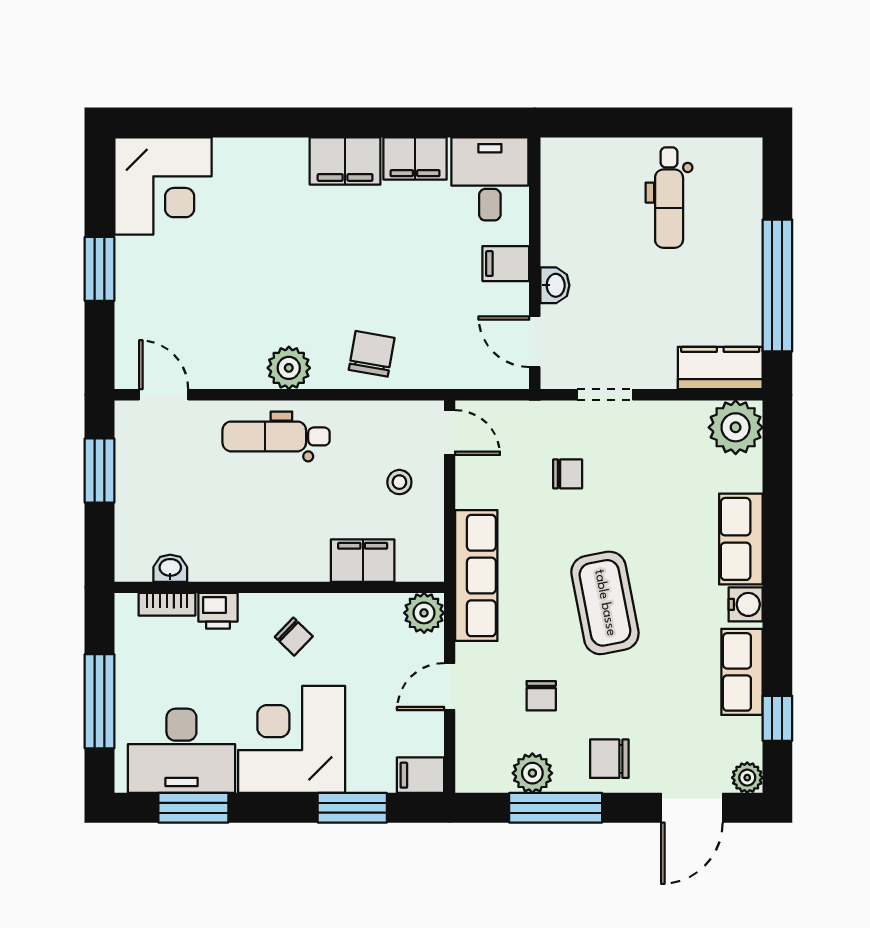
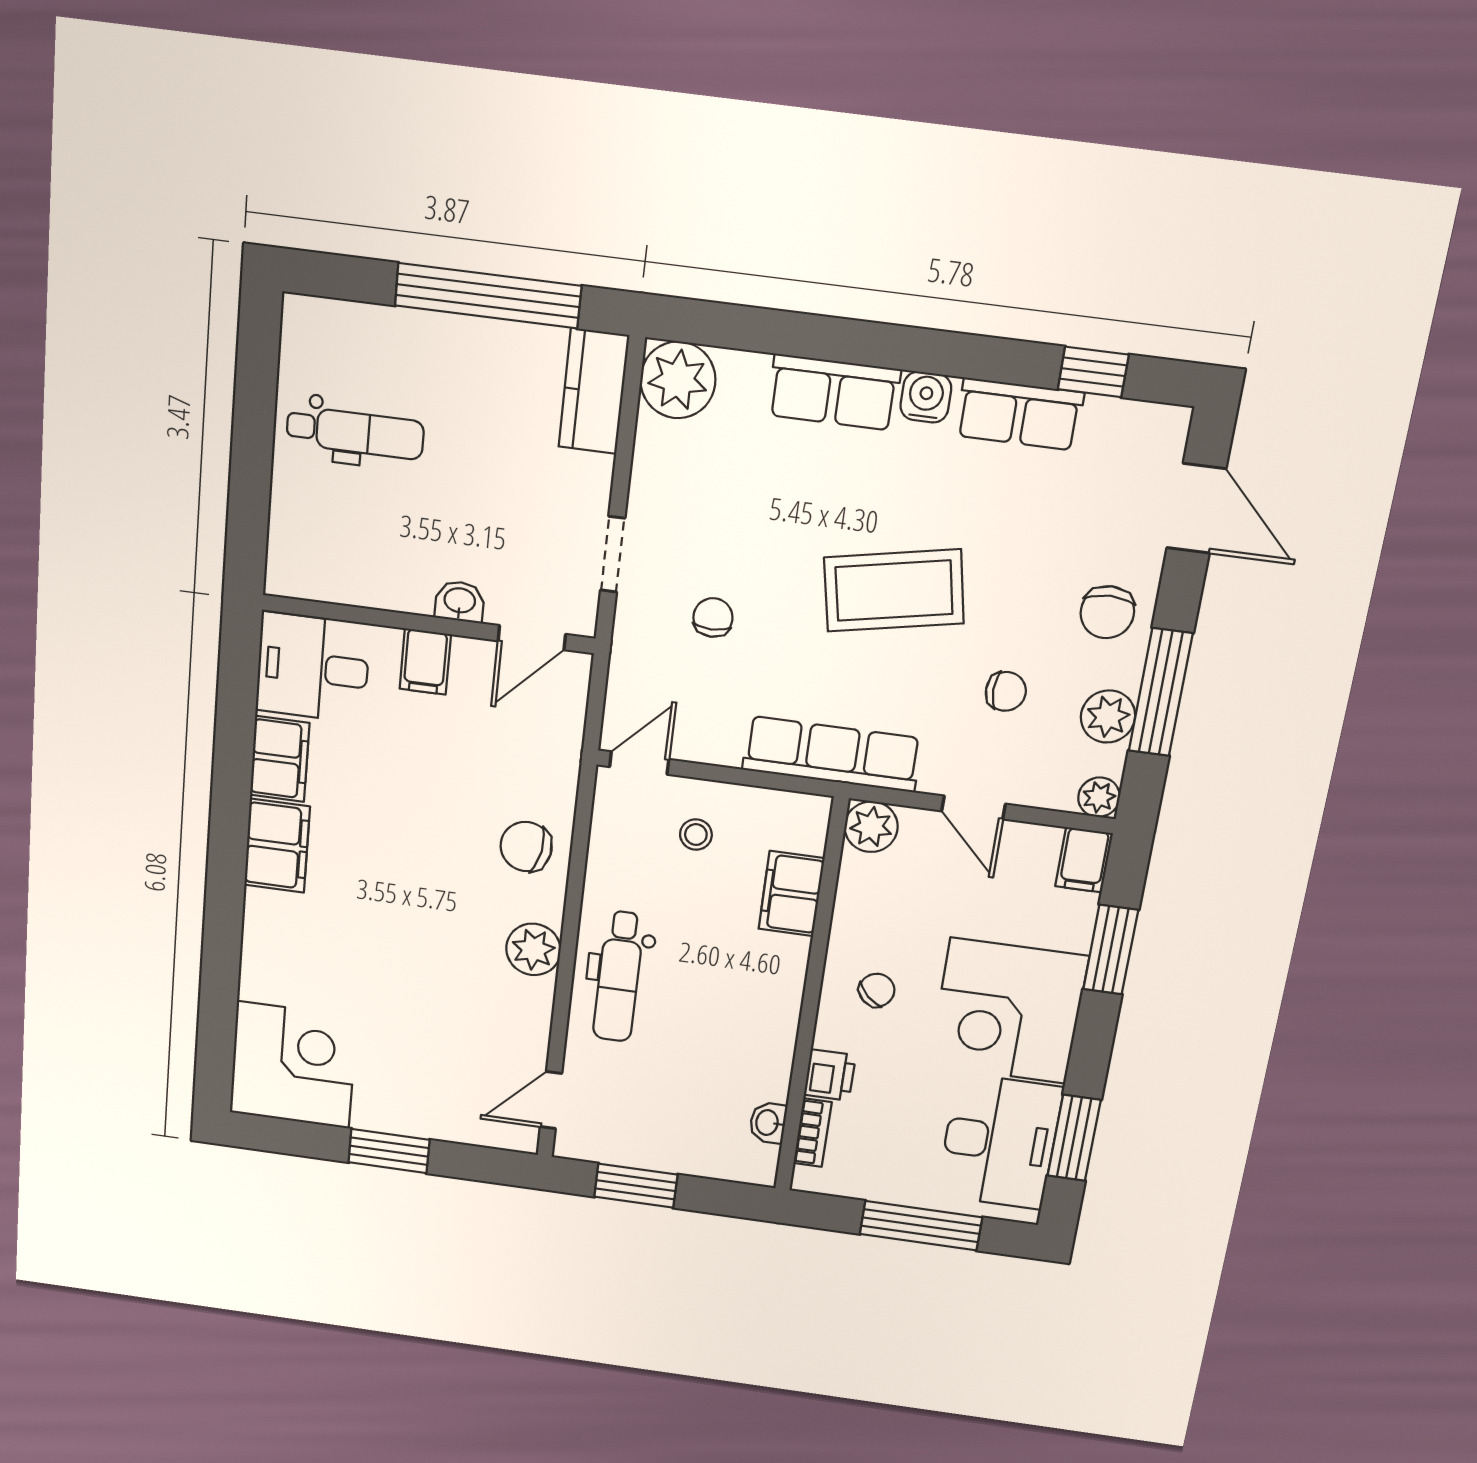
plant: (747, 778) -> (1099, 797), moved

